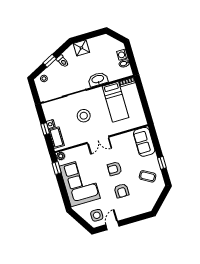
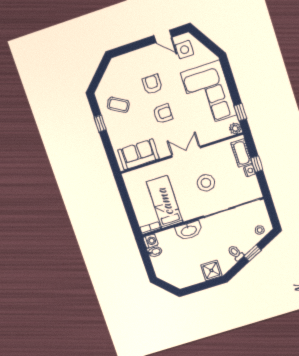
washing machine: (122, 55) -> (151, 241), moved
sofa: (144, 142) -> (138, 154), moved, turned -90
door: (112, 225) -> (163, 36), hinge flipped

